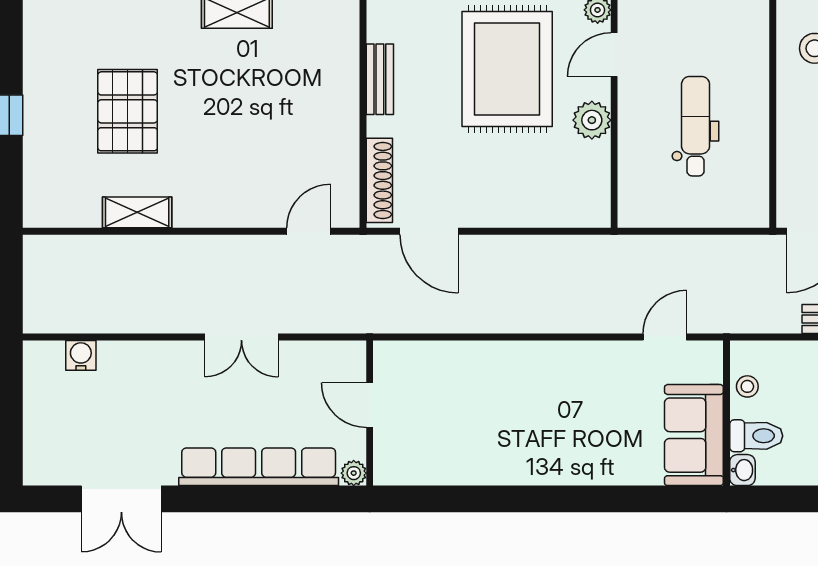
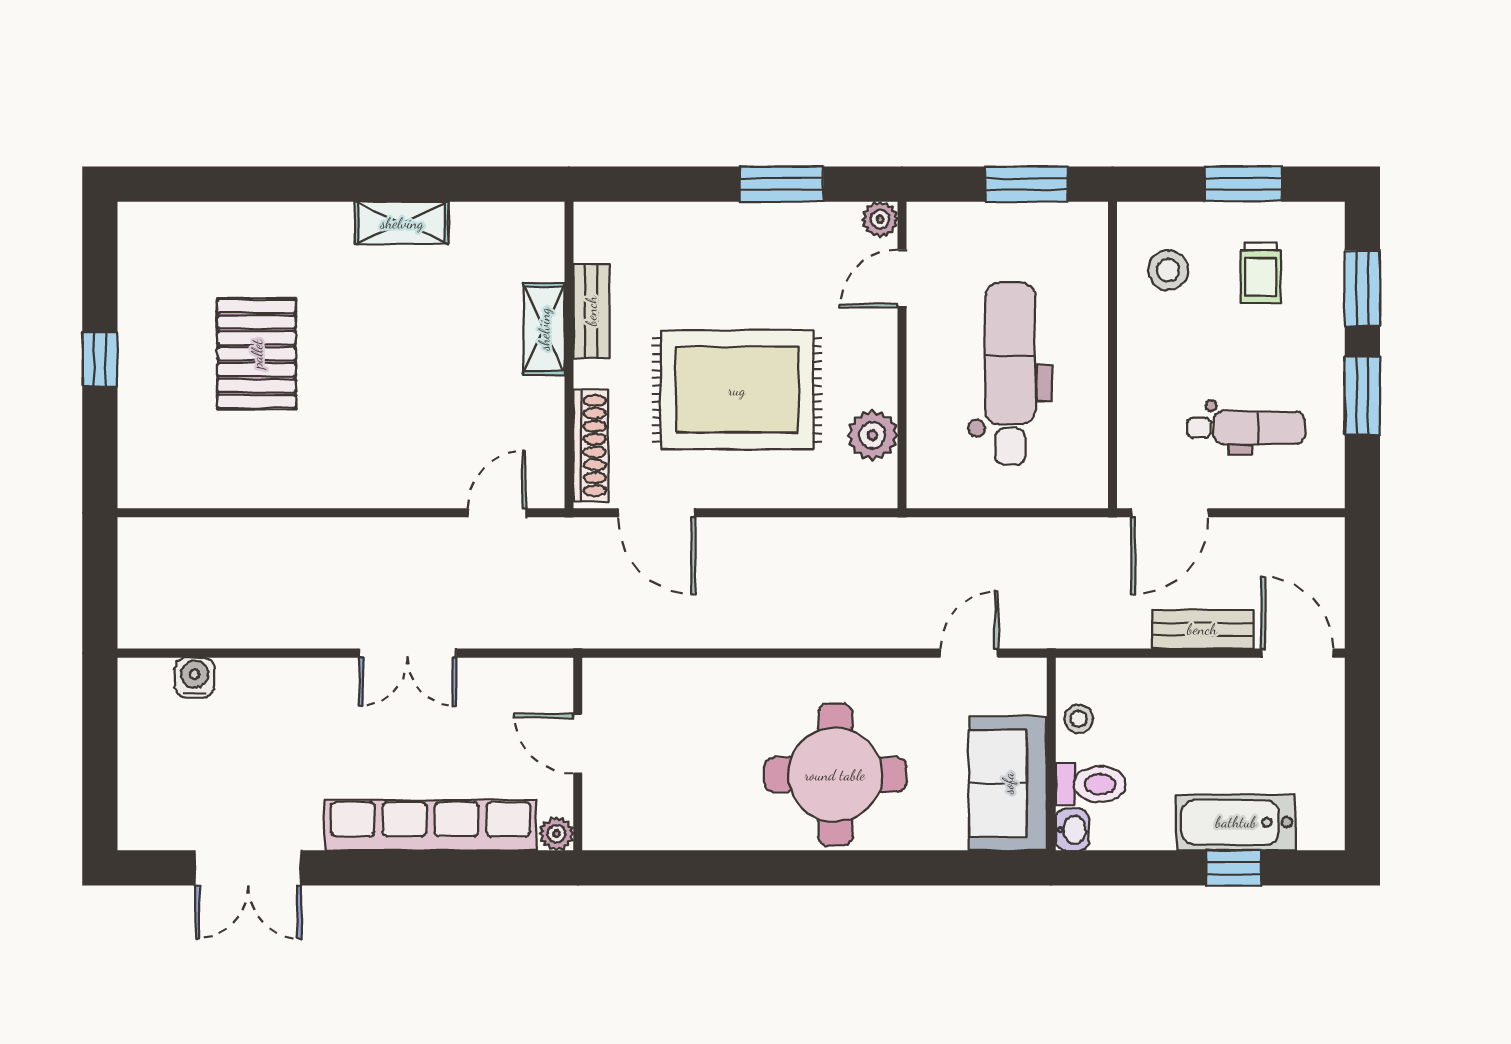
rug: (507, 69) -> (737, 390), moved, turned 90
plant: (592, 120) -> (873, 435), moved
dental chair: (696, 126) -> (1010, 373), width x1.36, depth x1.38
shelving: (137, 212) -> (544, 329), moved, turned 90
round table: (564, 428) -> (835, 775), added

